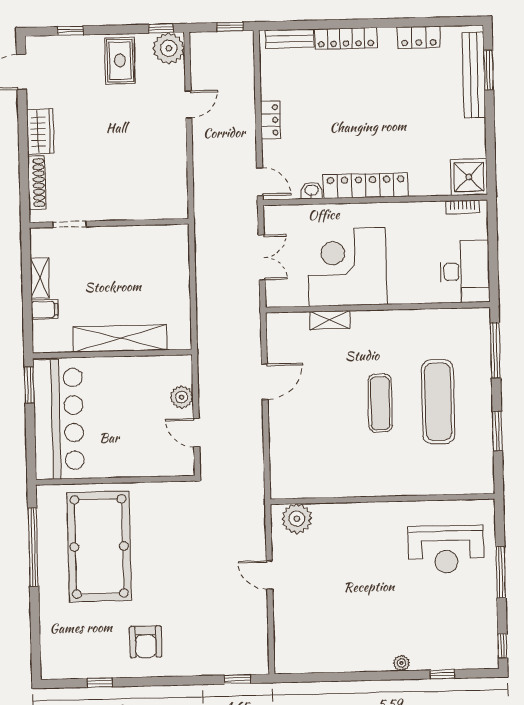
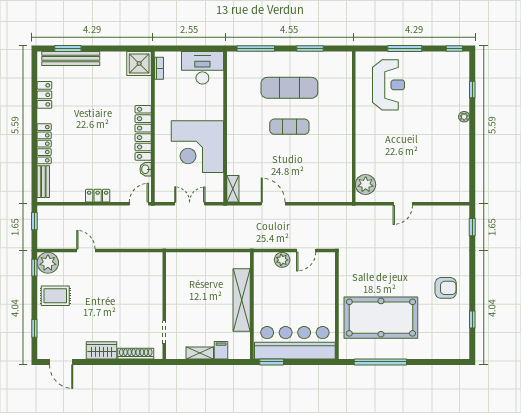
shelving: (330, 320) -> (233, 189), moved

